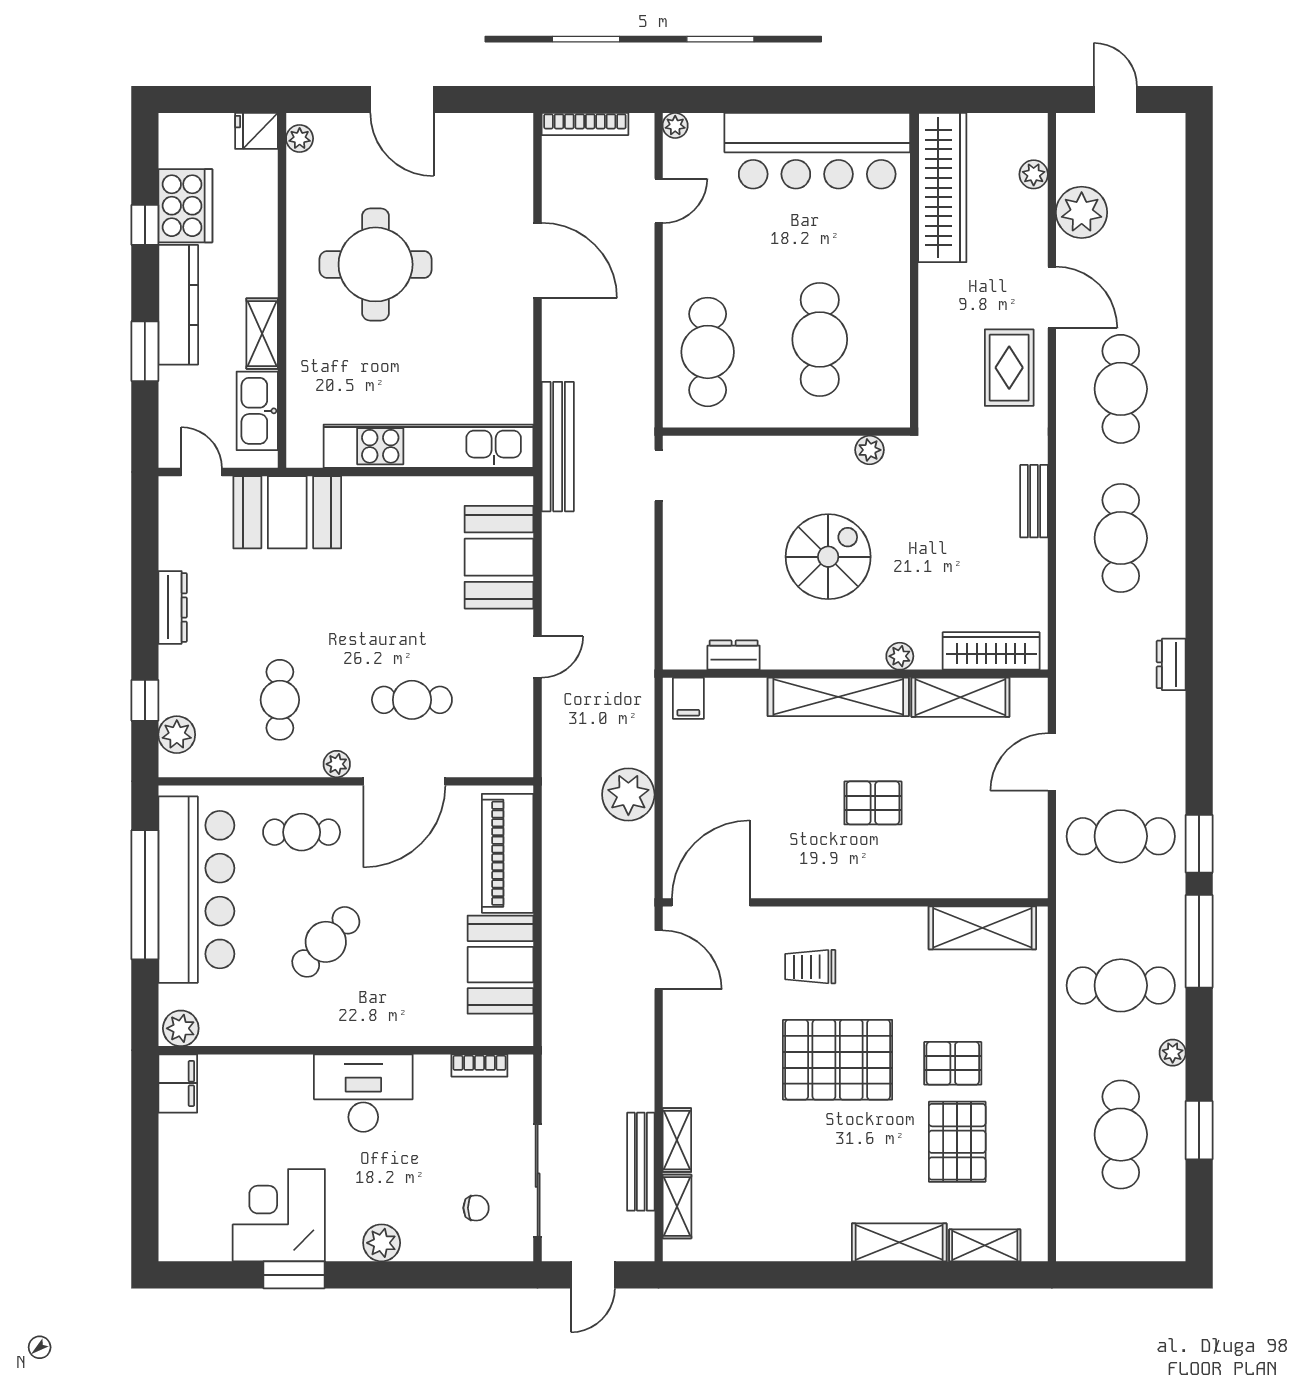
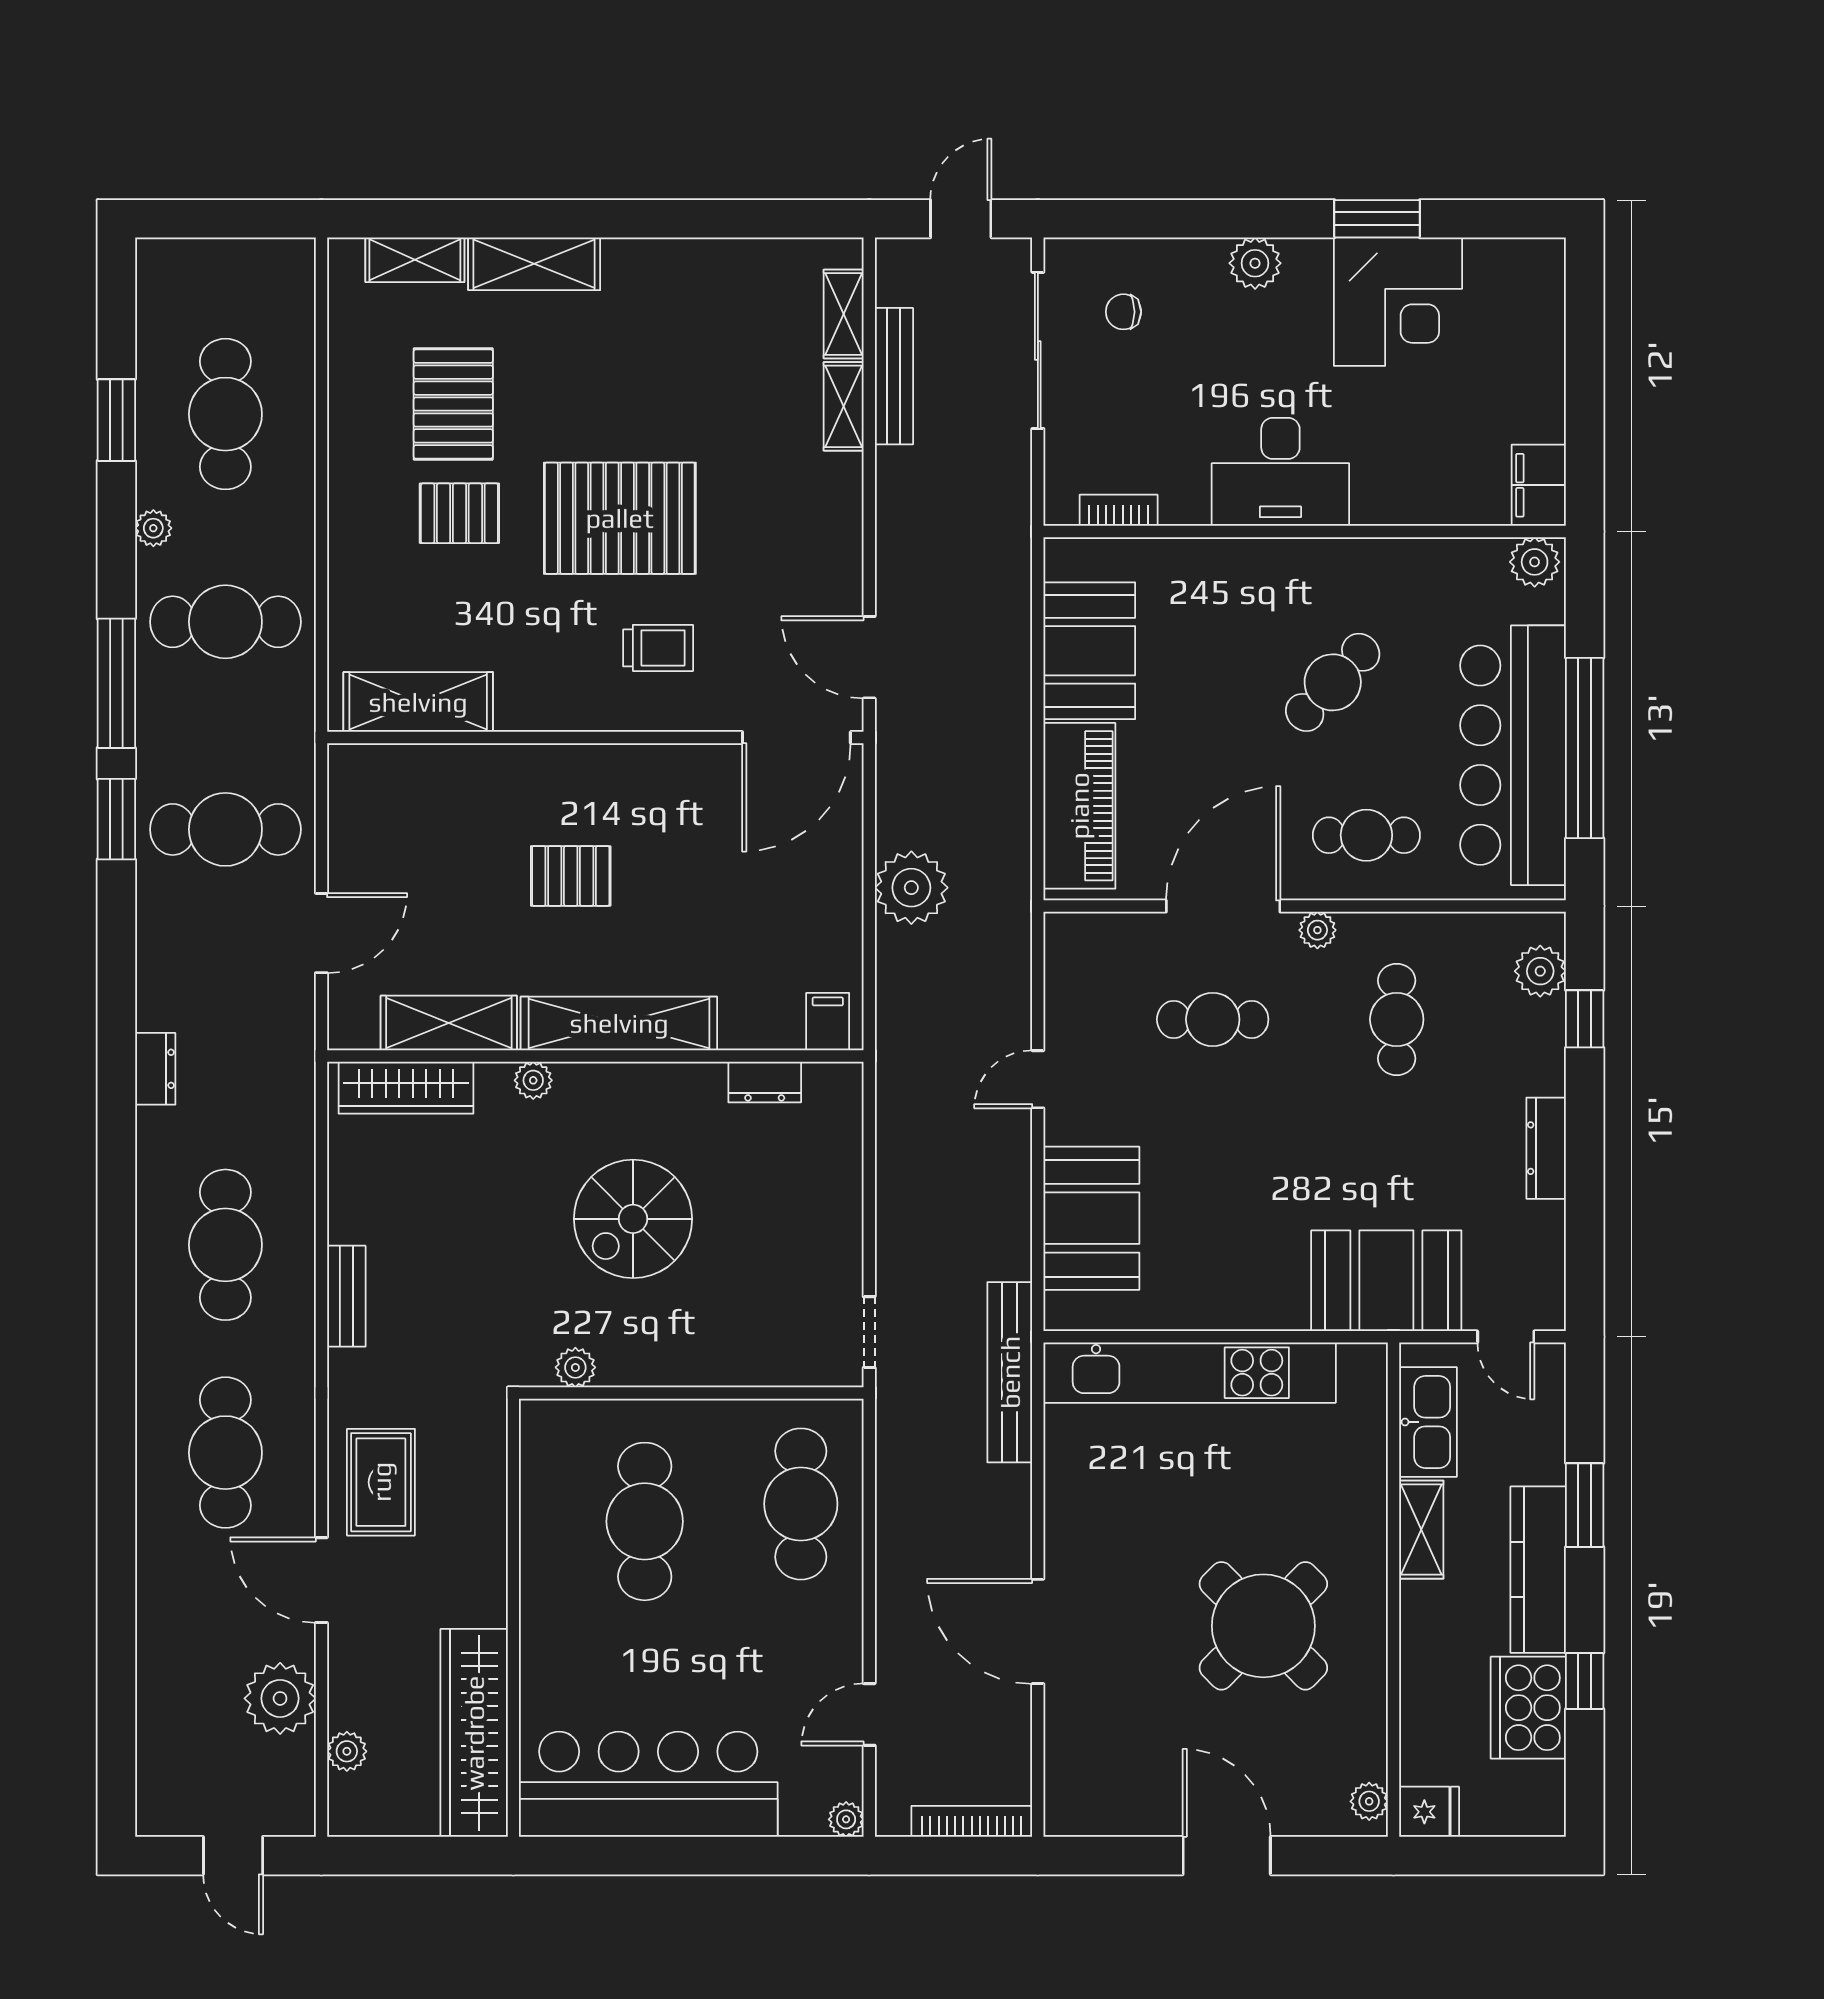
round table: (376, 264) -> (1263, 1626), turned 45

